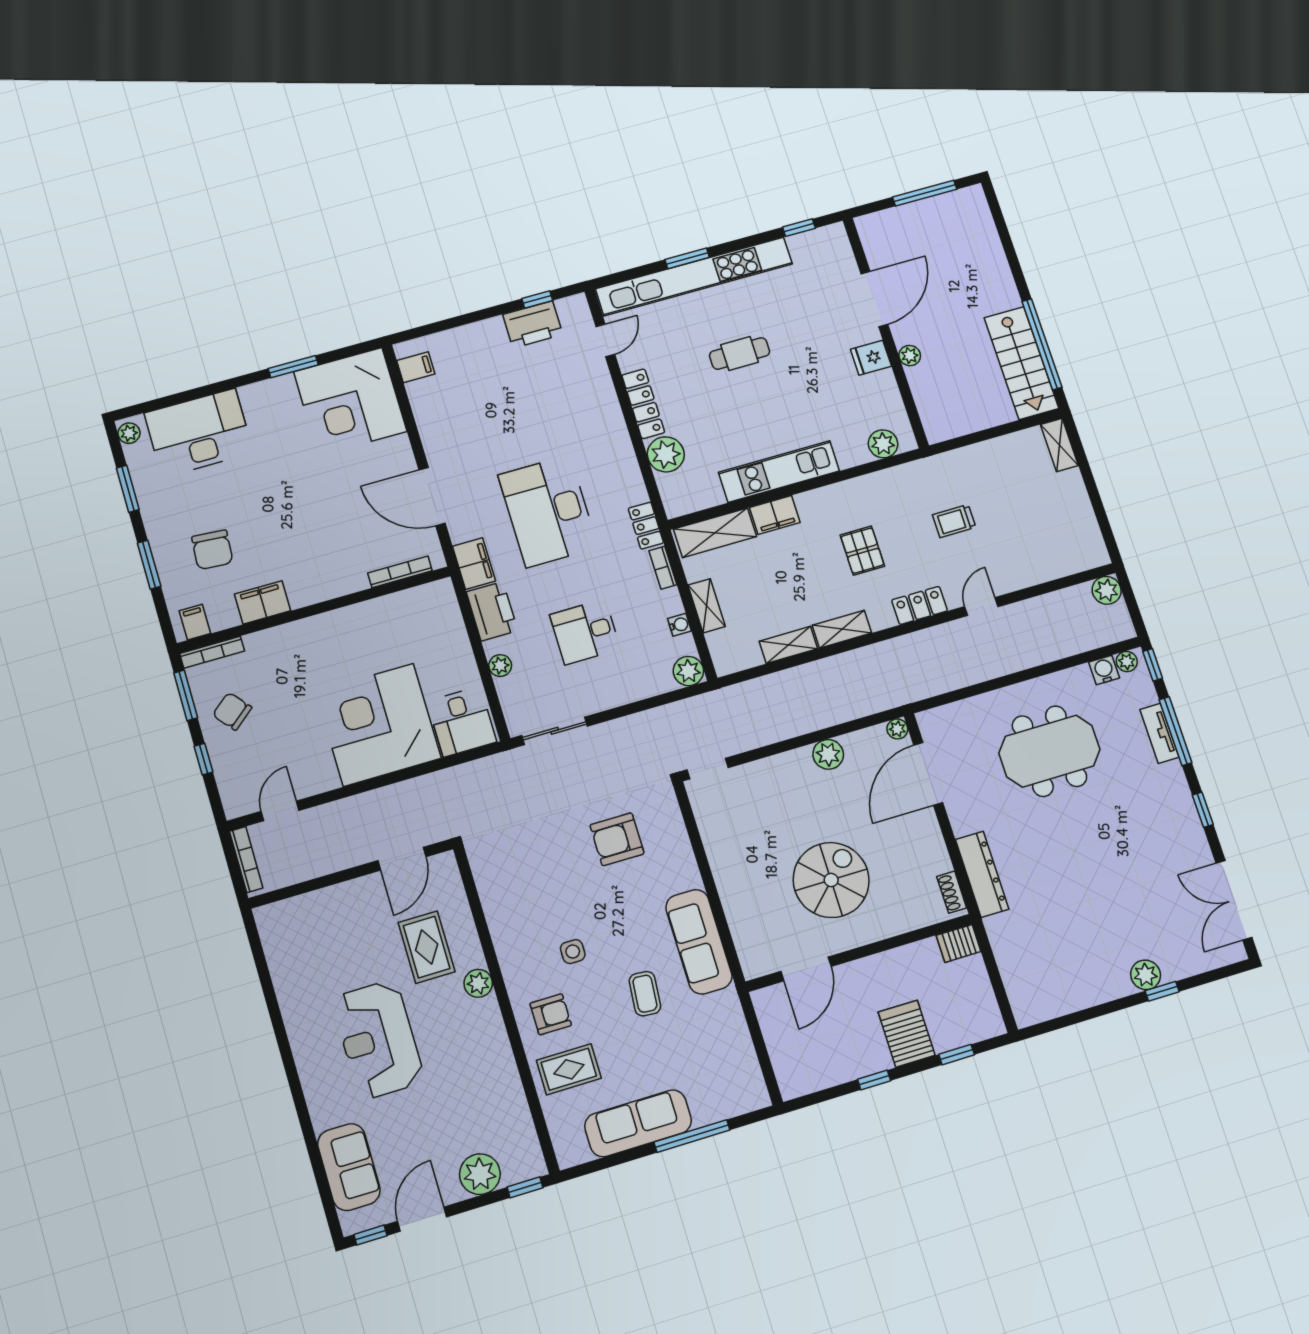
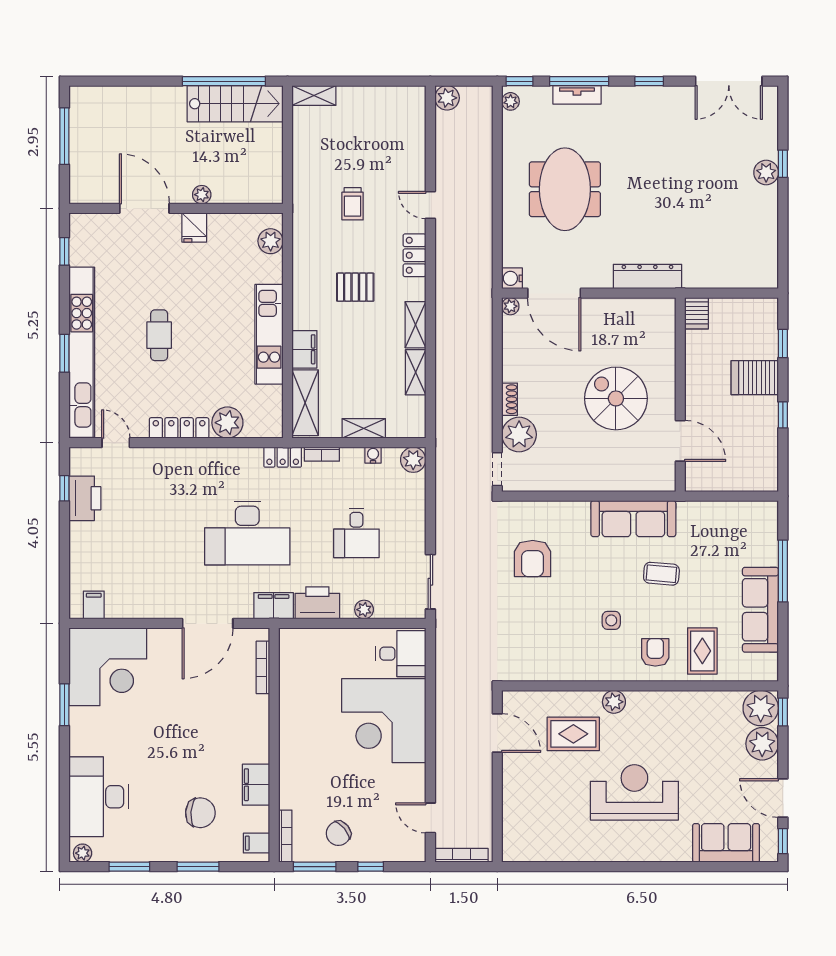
water cooler: (1104, 670) -> (512, 278), moved
plant: (828, 754) -> (519, 435), moved, width x1.36, depth x1.36
shoe rack: (952, 892) -> (510, 399), moved, turned -90
reception desk: (378, 1040) -> (634, 792), turned 180
plant: (522, 1159) -> (761, 708), added

